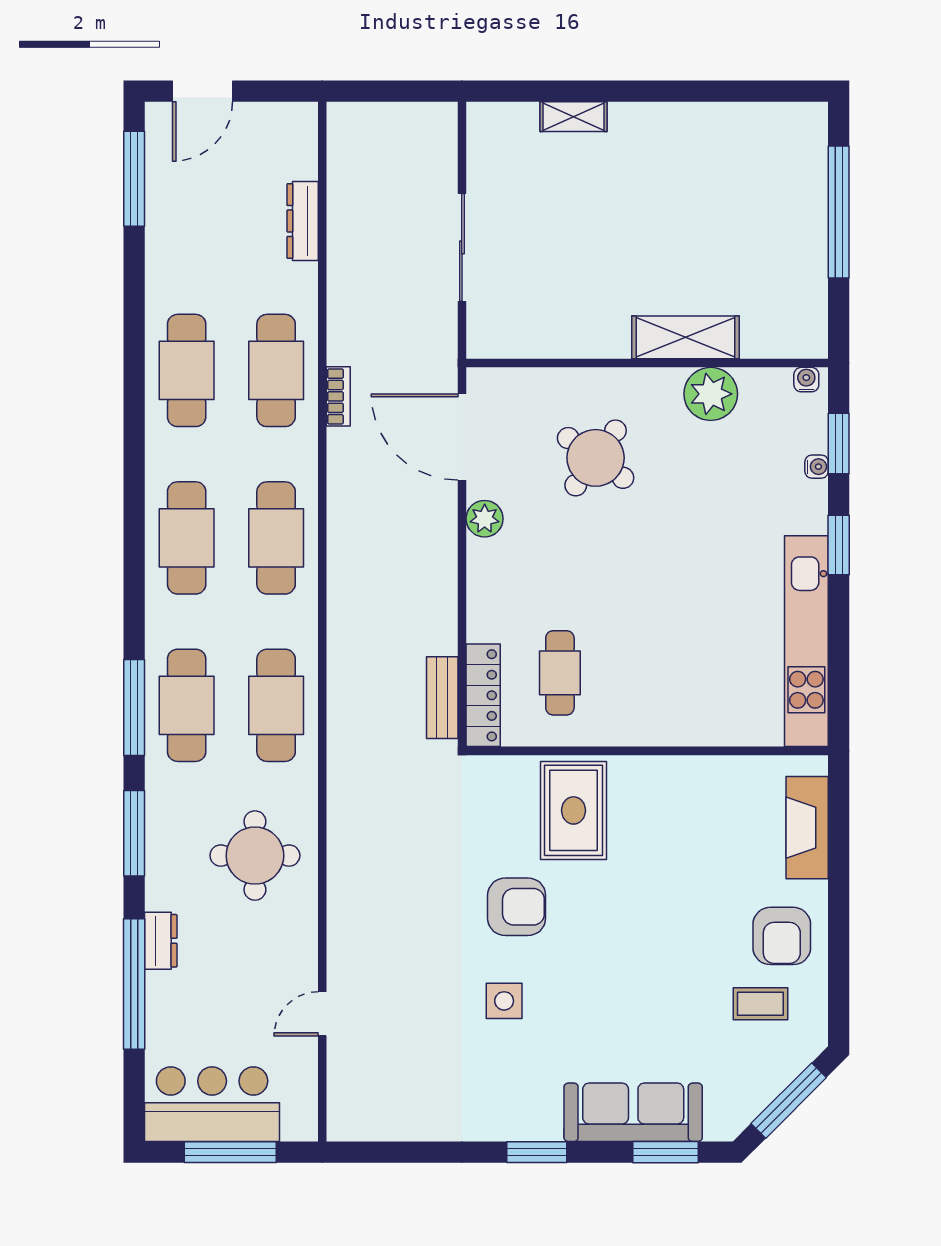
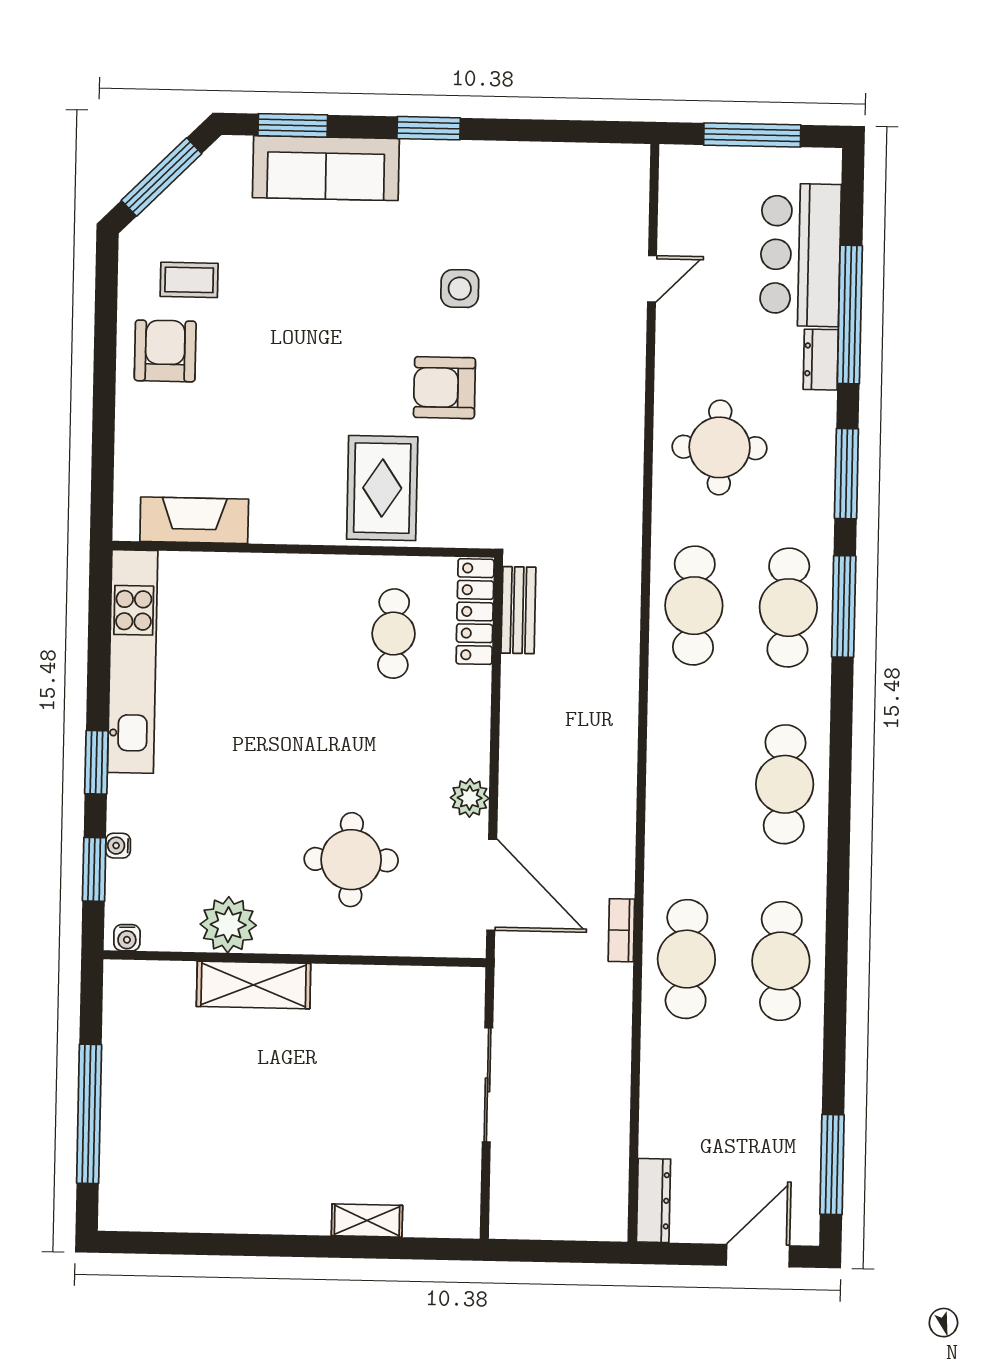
dresser: (303, 221) -> (653, 1201), moved
round table: (596, 458) -> (351, 860), turned -36
cafe table: (276, 538) -> (690, 782), removed
fireplace: (807, 828) -> (194, 520), moved, turned -90
bar counter: (212, 1104) -> (800, 255), moved, turned 90

